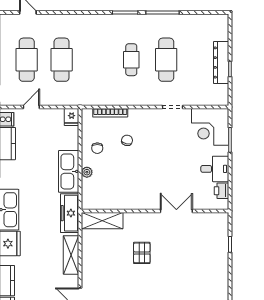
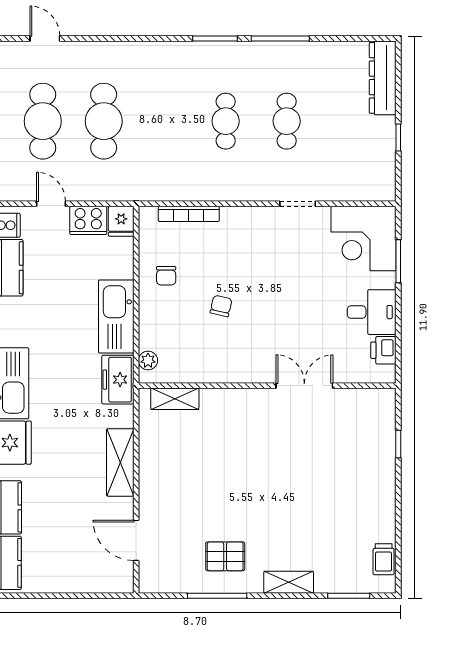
cafe table: (166, 60) -> (287, 121), width x0.73, depth x0.74
dresser: (221, 63) -> (383, 78), moved
door: (31, 107) -> (51, 204), hinge flipped
cooker: (53, 116) -> (88, 220), added
chair: (127, 140) -> (221, 306), moved
plant: (87, 172) -> (148, 360), moved
freezer: (70, 213) -> (118, 380), width x0.71
shelving: (102, 221) -> (175, 399), width x0.67, depth x0.75
pallet: (142, 253) -> (244, 459), removed

